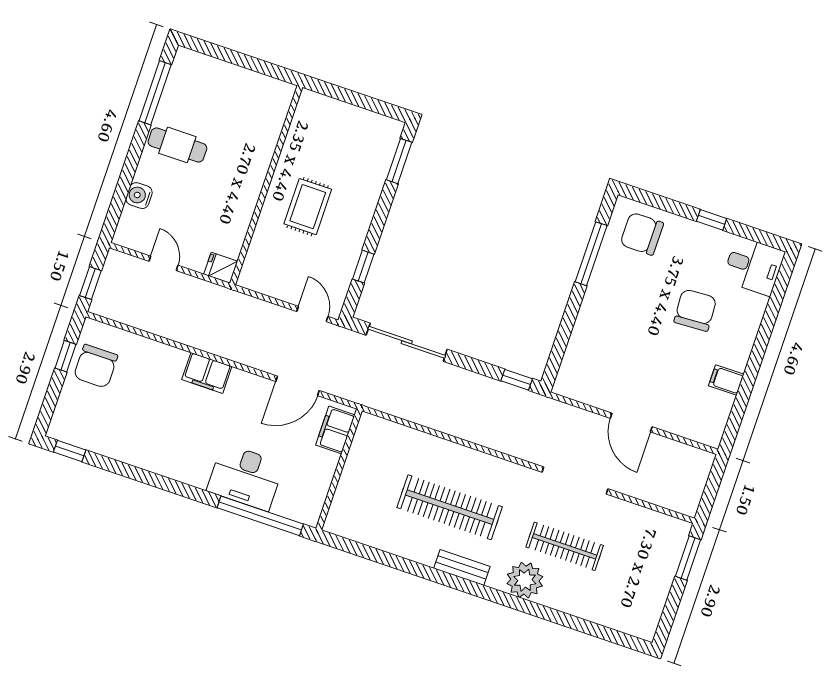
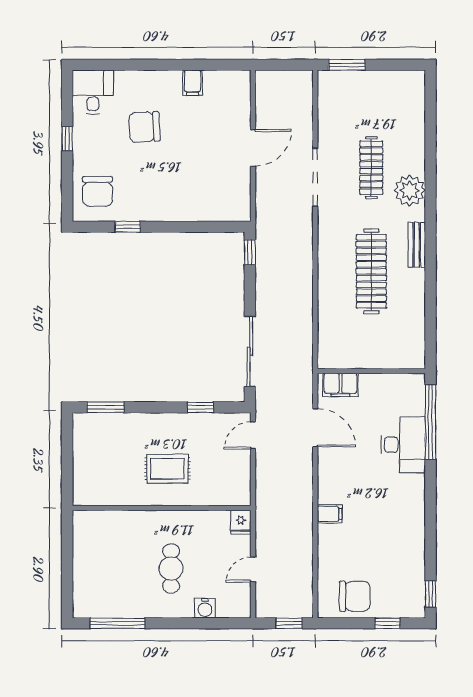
cafe table: (177, 145) -> (171, 569), moved
window: (591, 254) -> (128, 227), width x0.46
window: (66, 356) -> (388, 623), moved
filing cabinet: (207, 373) -> (330, 514), width x0.50

